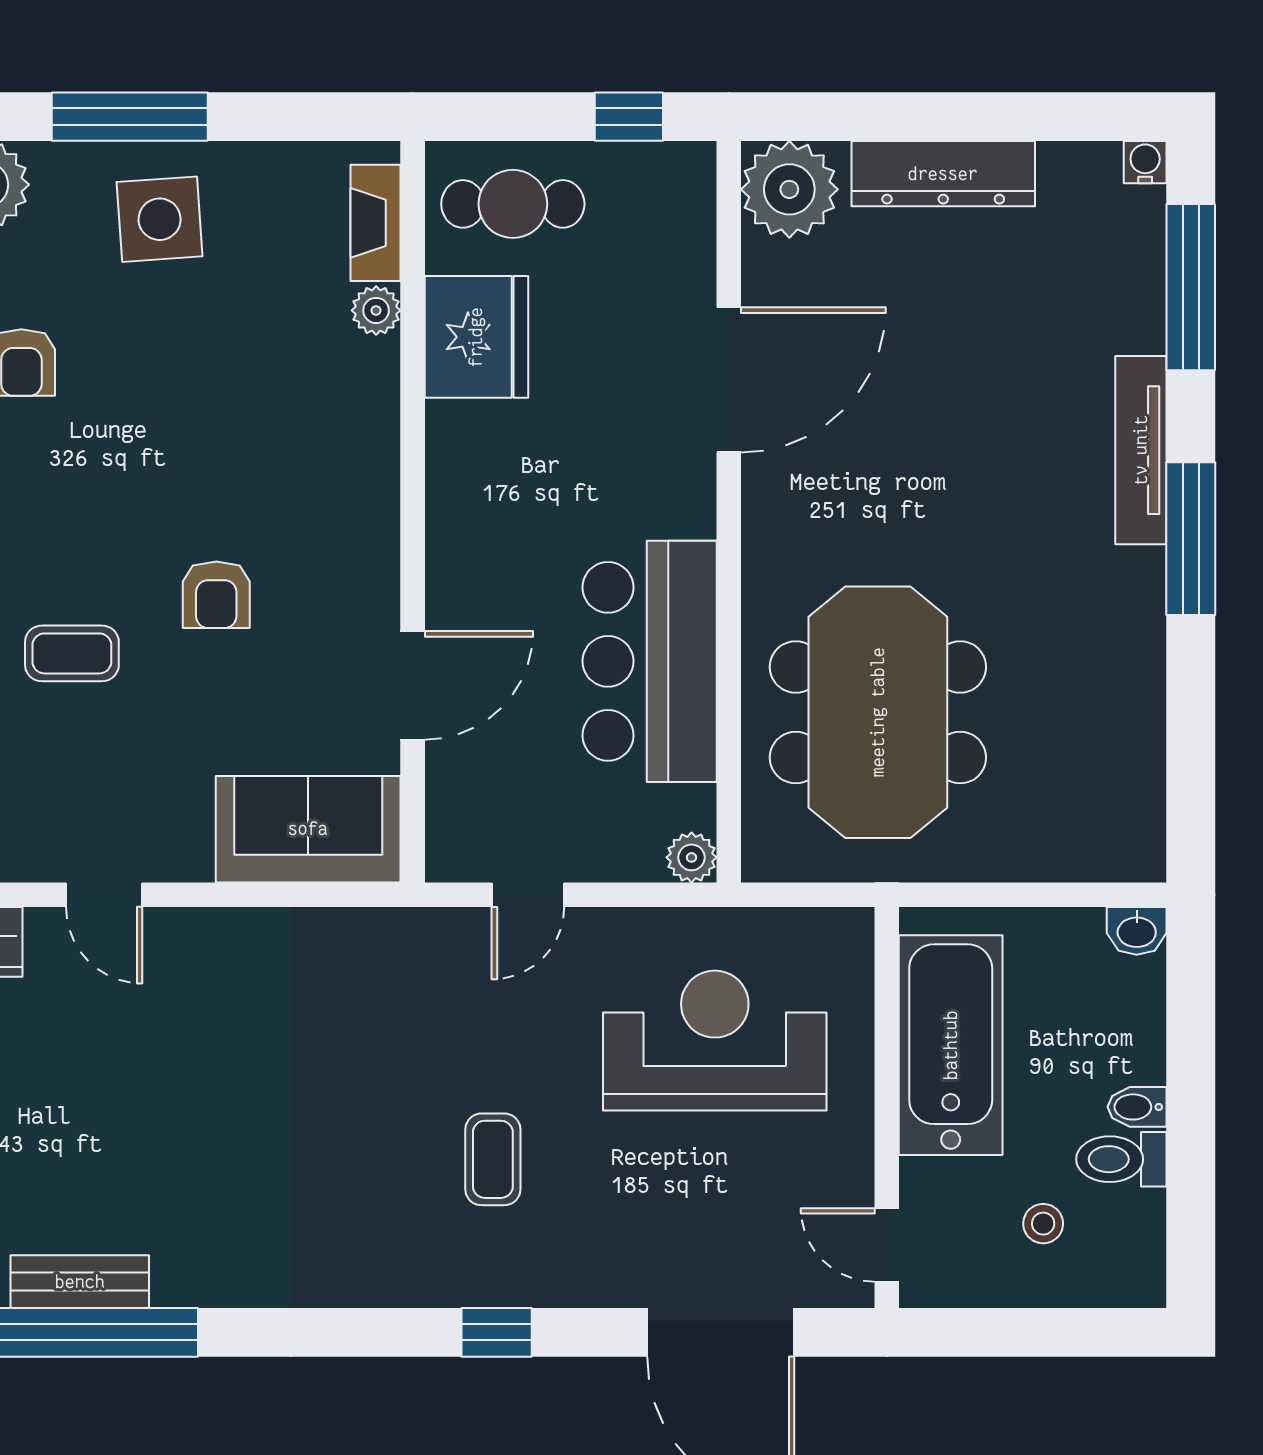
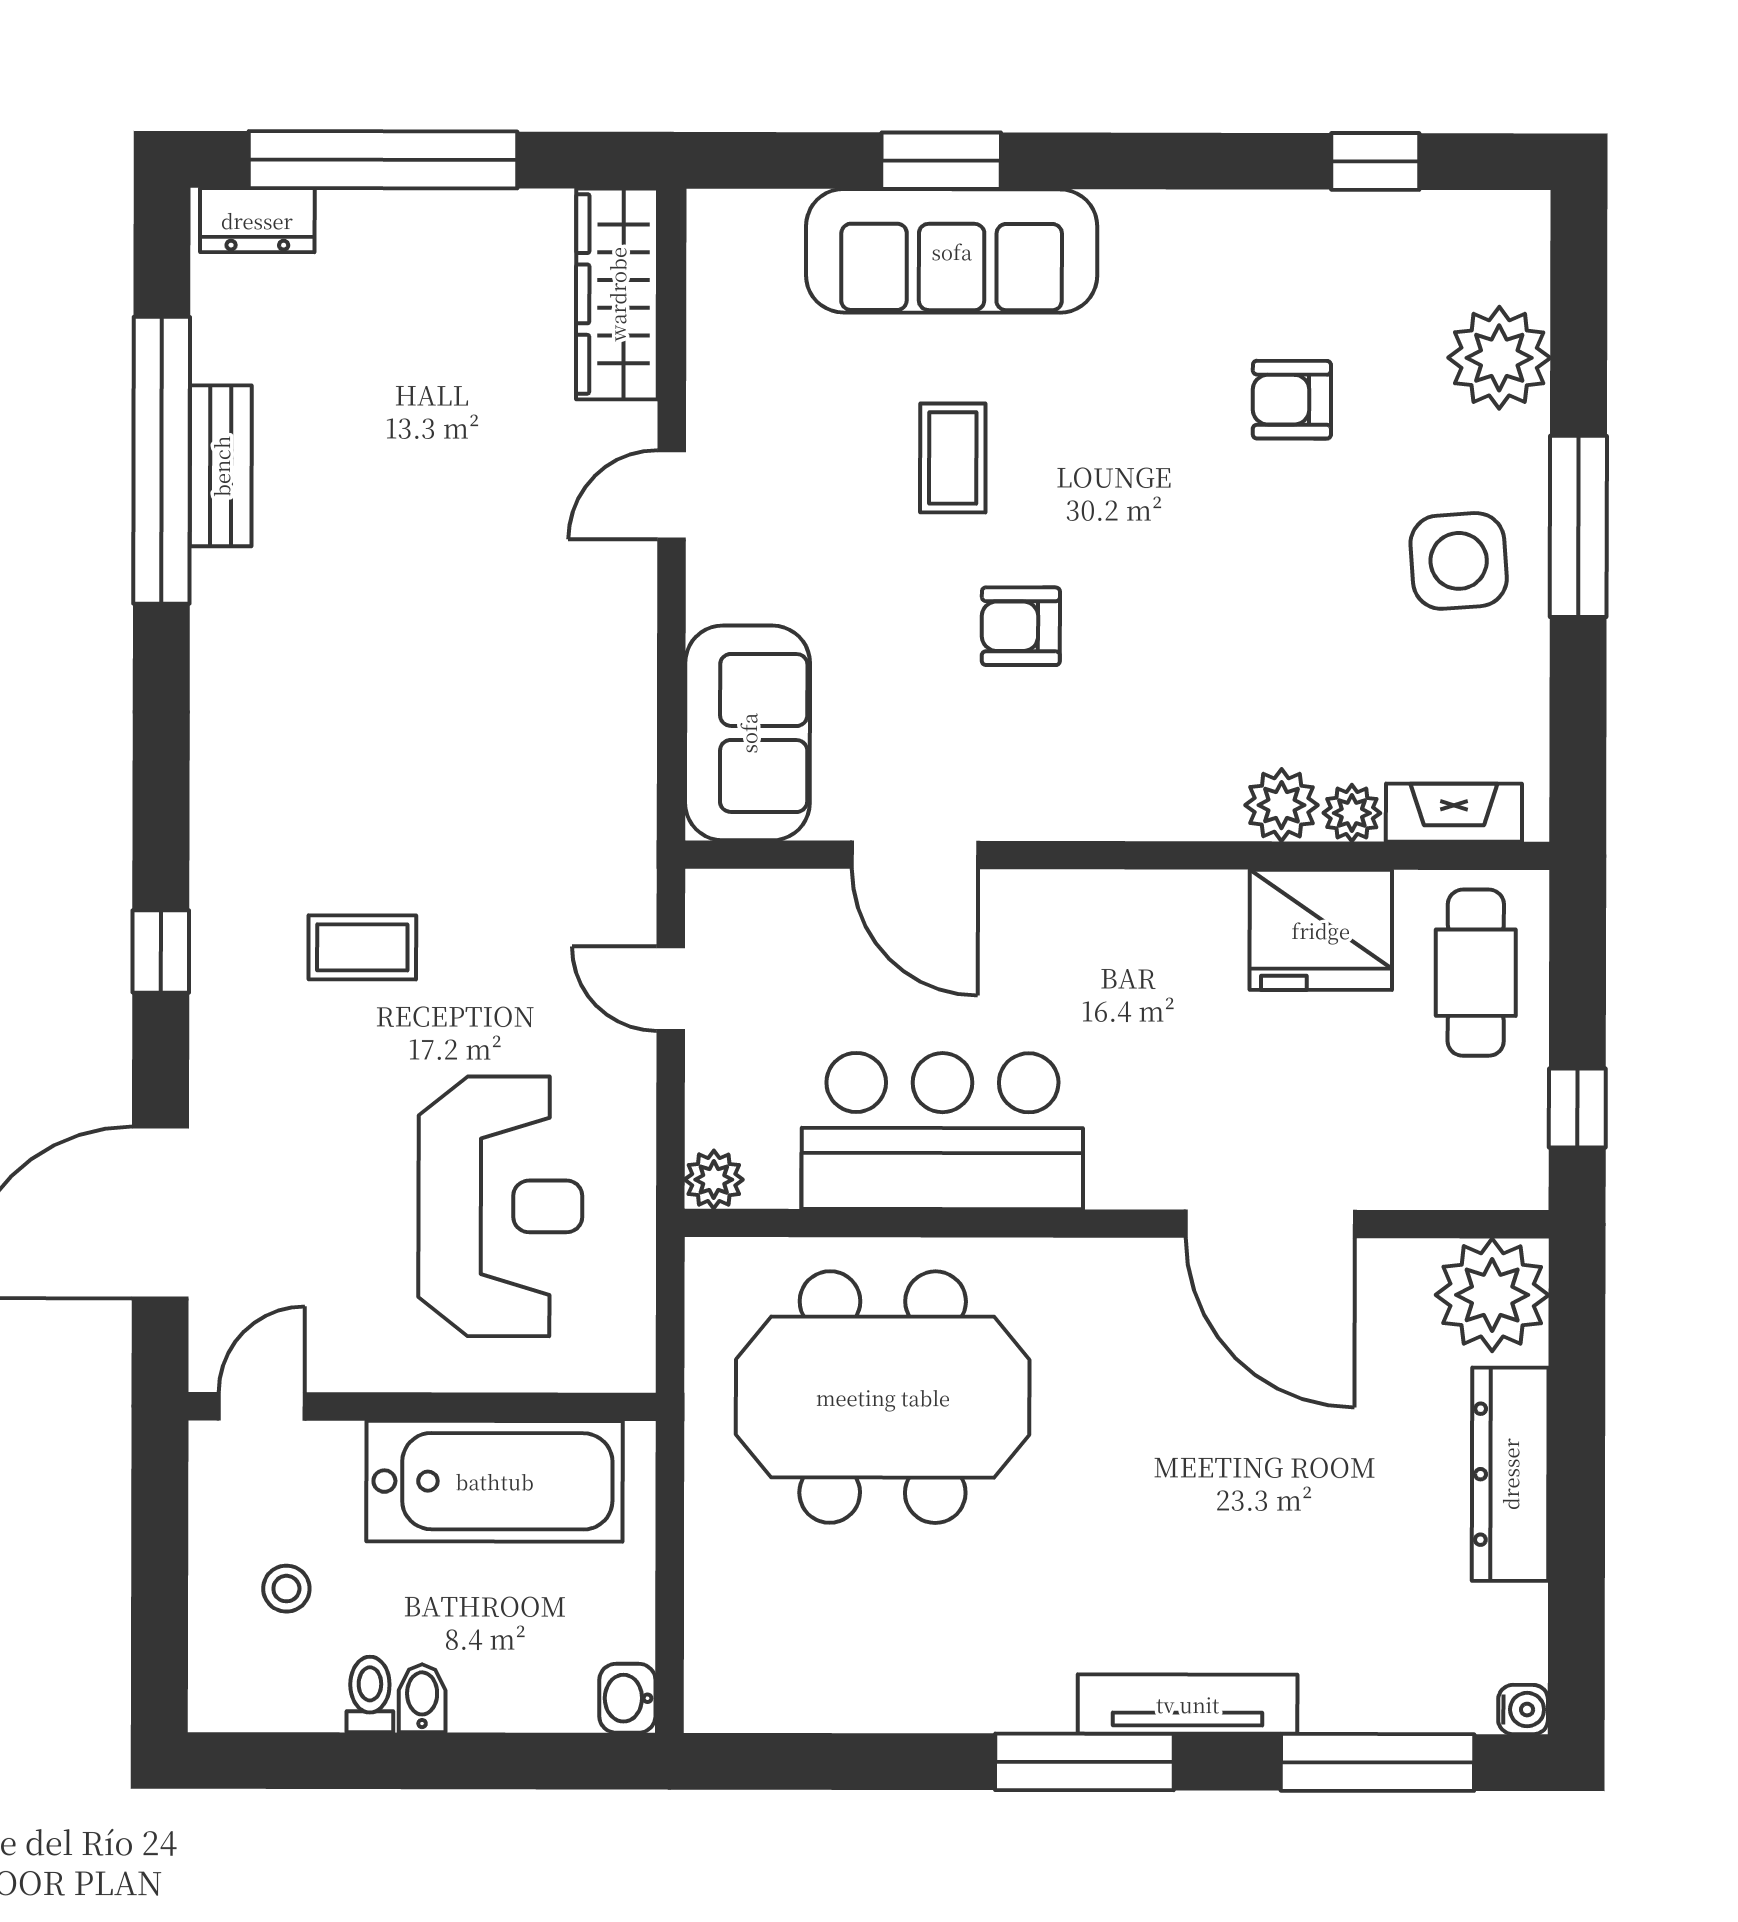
plant: (369, 371) -> (1281, 805), added
toilet: (1121, 1159) -> (370, 1694), width x0.73, depth x0.72

